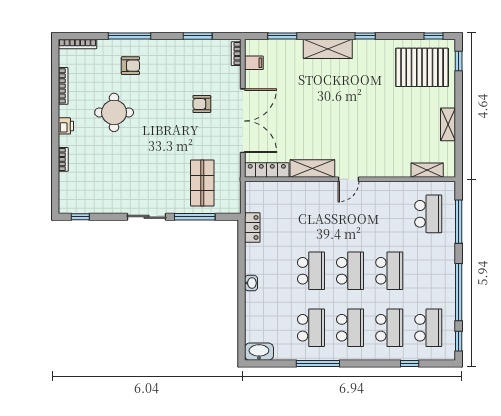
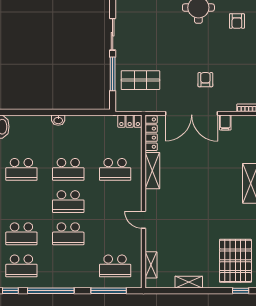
filing cabinet: (254, 63) -> (225, 123), moved
door: (348, 179) -> (143, 220), moved
locker: (252, 227) -> (130, 121), moved
school desk: (350, 328) -> (115, 169), moved

